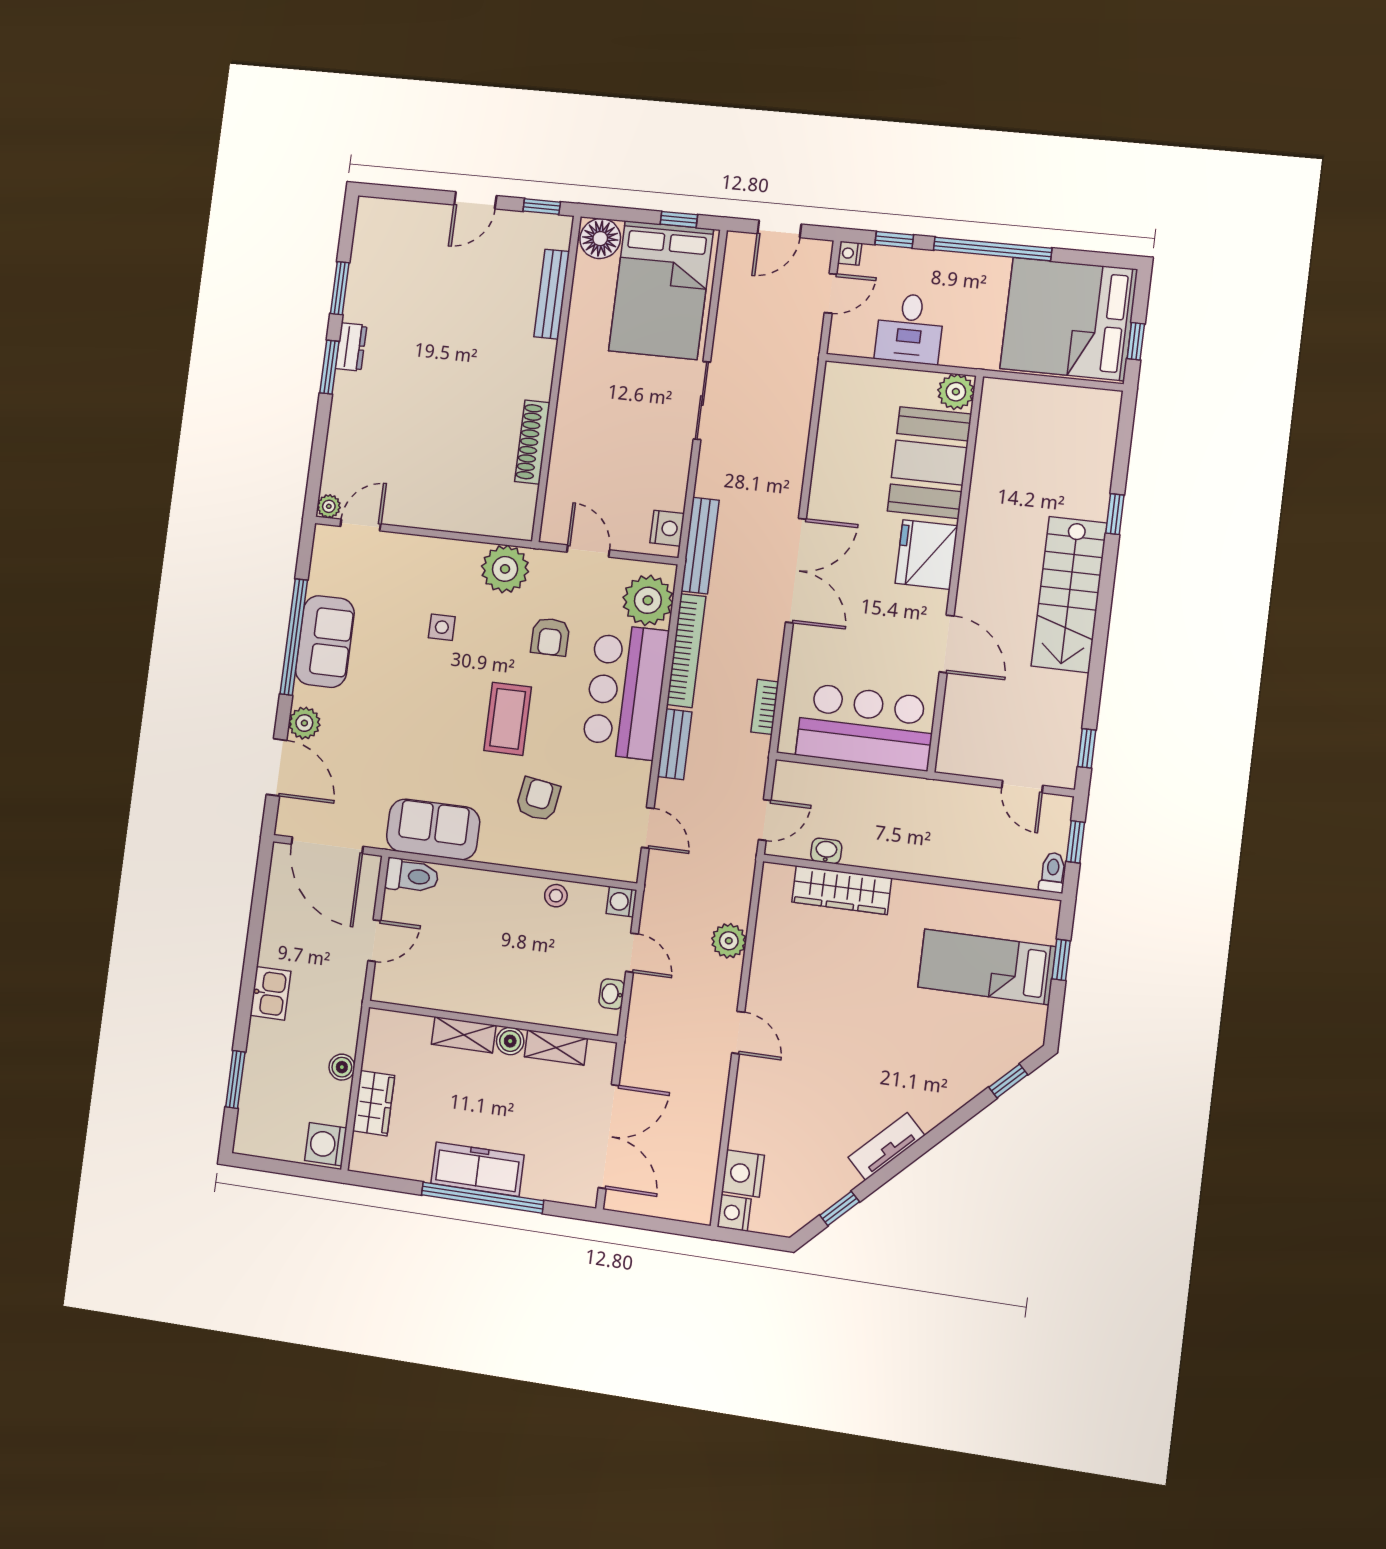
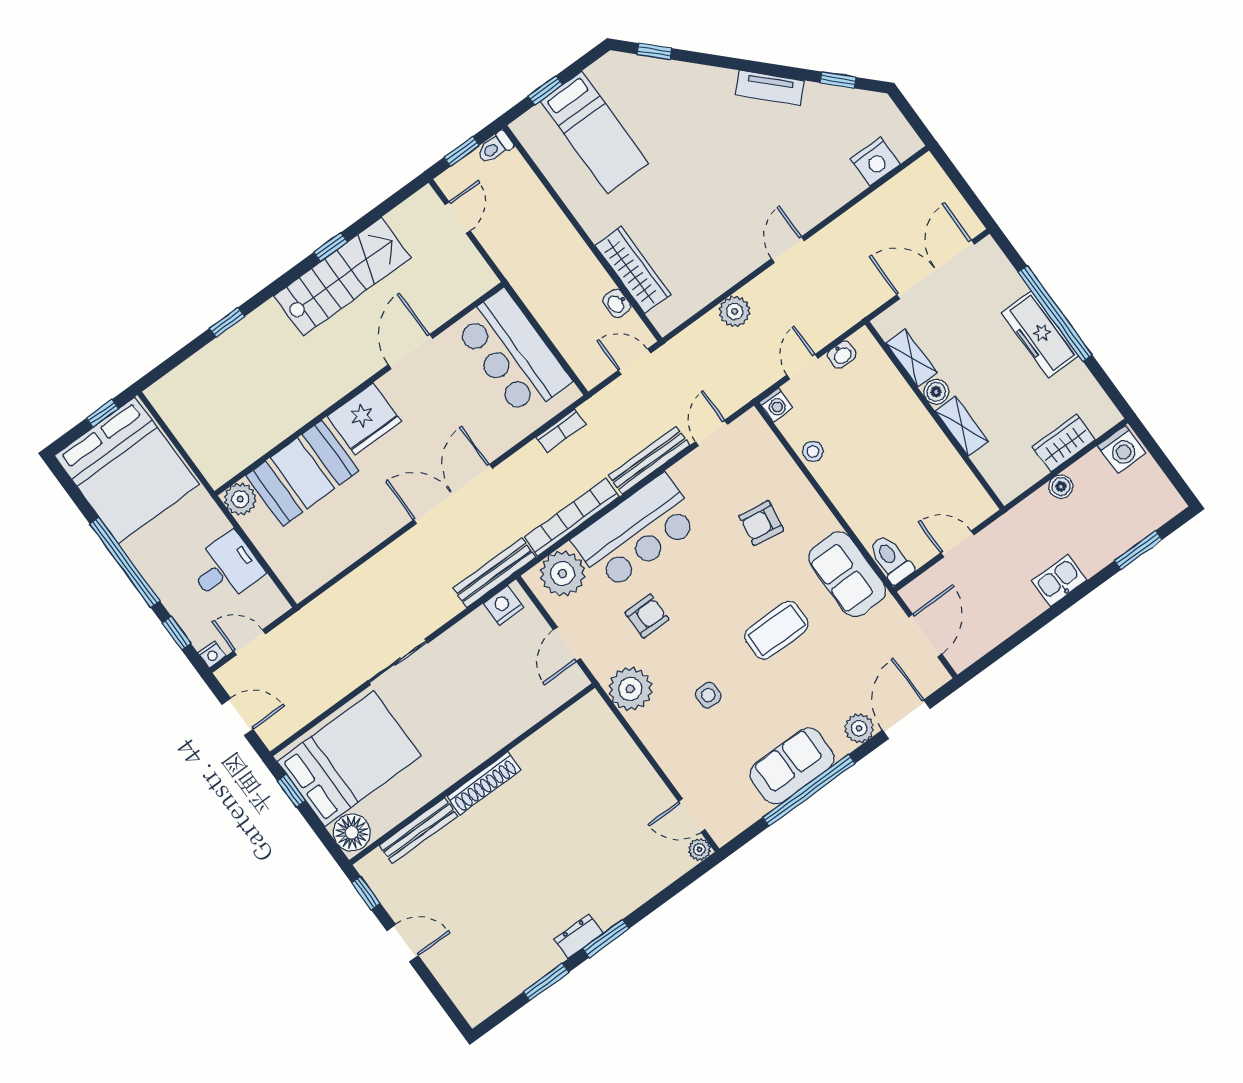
shoe rack: (532, 442) -> (484, 783), moved
stairs: (1069, 595) -> (342, 277), moved
coffee table: (508, 719) -> (776, 630), moved
bench: (675, 744) -> (649, 460), width x1.36
window: (1087, 748) -> (330, 247), moved
door: (327, 845) -> (925, 635), width x0.73
nightstand: (734, 1213) -> (906, 144), removed

